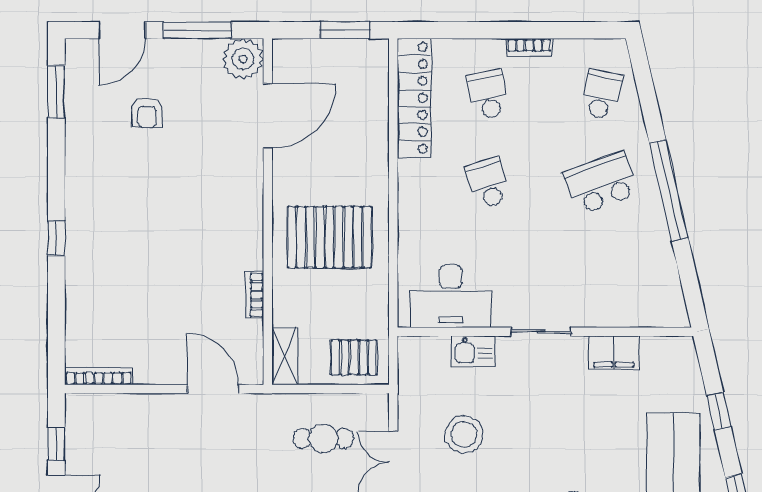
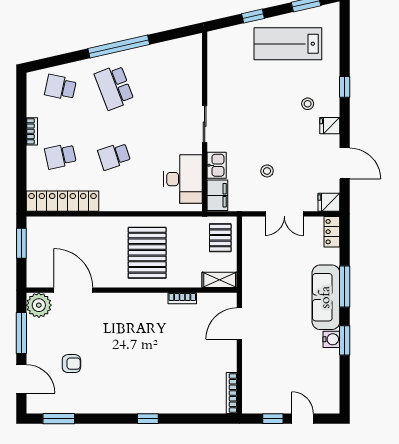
filing cabinet: (614, 353) -> (217, 195), moved
stool: (464, 434) -> (267, 171), width x0.53, depth x0.53
cafe table: (323, 439) -> (269, 256), removed

